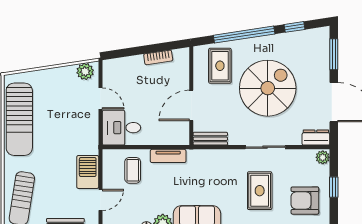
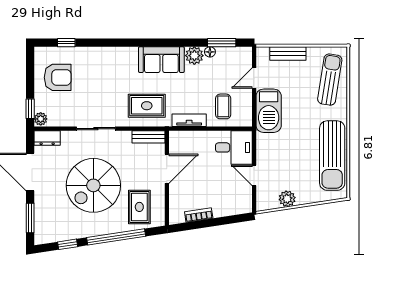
plant: (85, 71) -> (287, 199), moved
sun lounger: (19, 119) -> (332, 156), turned 180
barbecue: (88, 172) -> (269, 111), width x1.37, depth x1.21
window: (334, 187) -> (30, 109), moved
rug: (260, 191) -> (147, 106), moved, turned 90

